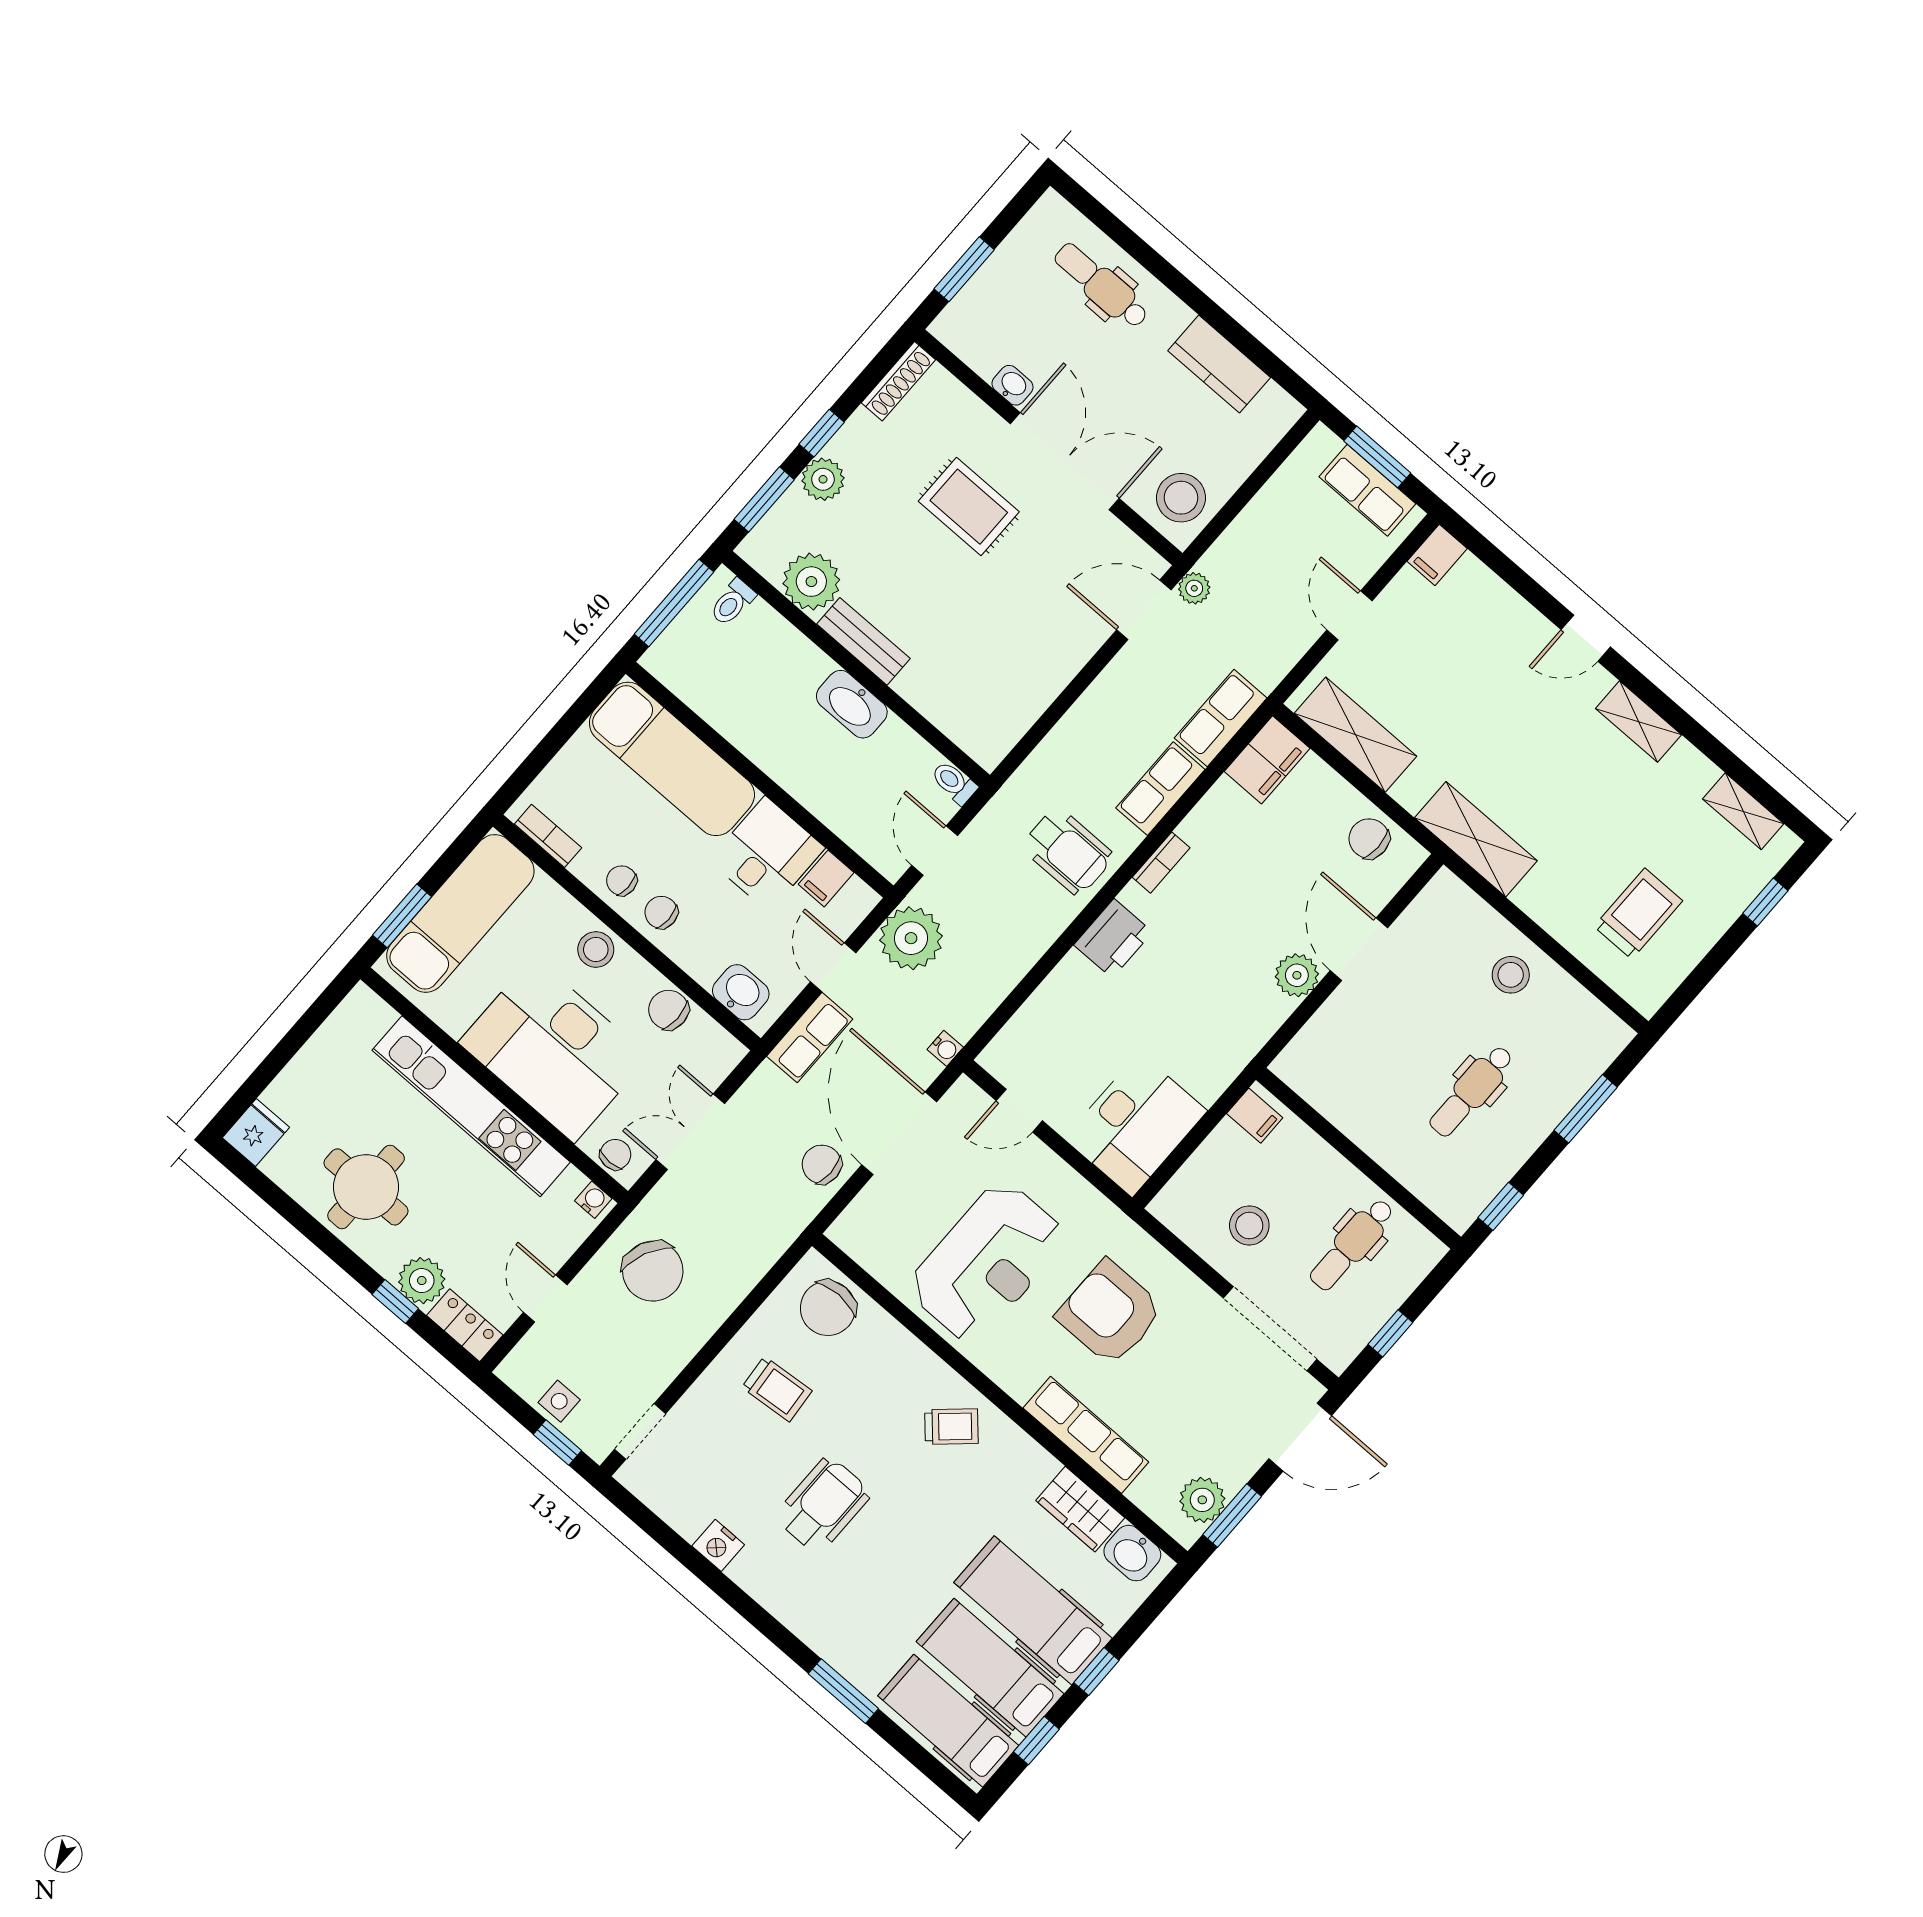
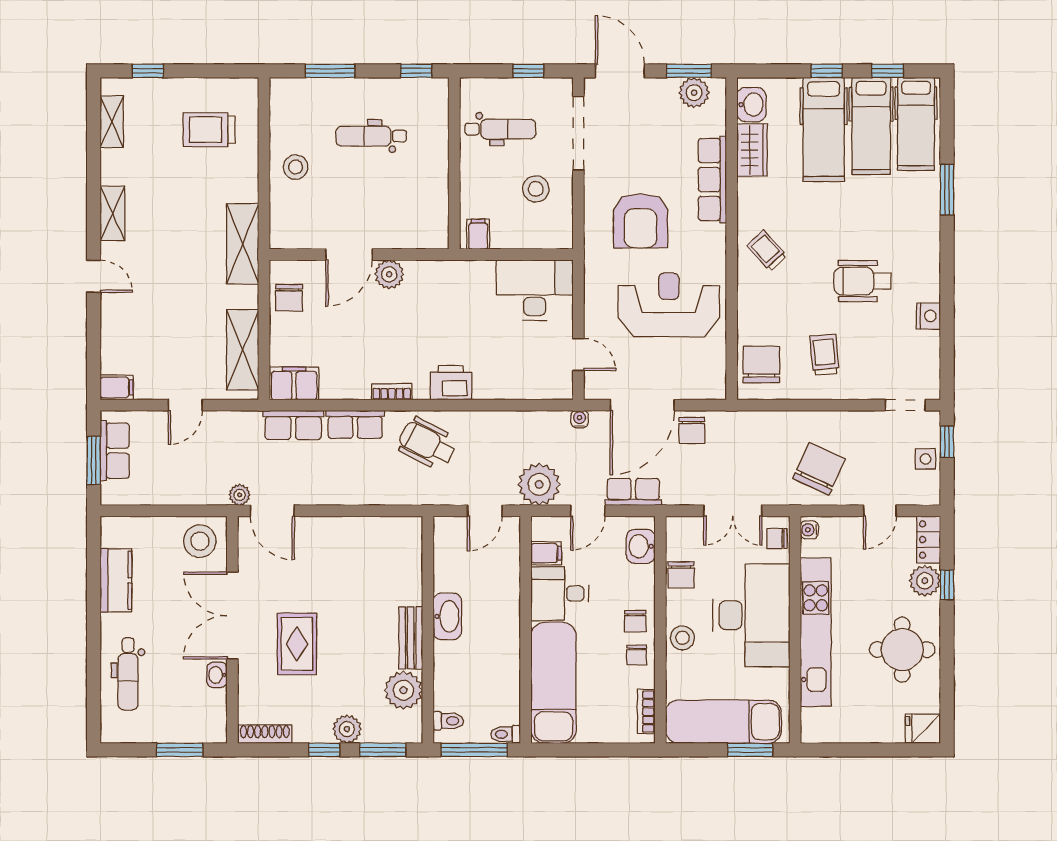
toilet: (954, 783) -> (506, 734), moved, turned 90
wheelchair: (1068, 851) -> (427, 444), turned -63
dental chair: (1471, 1091) -> (371, 136), turned 180
chair: (828, 1308) -> (761, 365), turned -90

